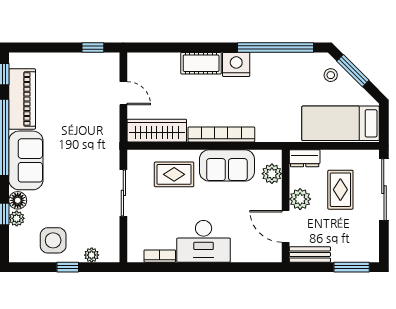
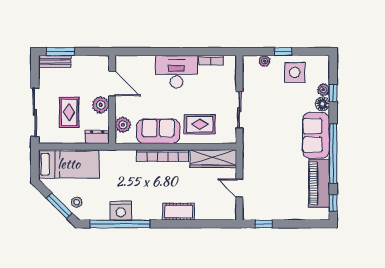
nightstand: (236, 64) -> (121, 211), moved
bench: (310, 254) -> (55, 61), moved

